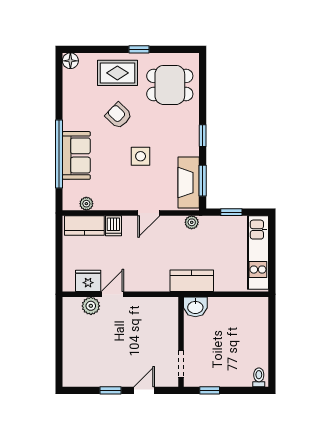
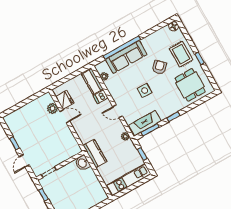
sofa: (76, 155) -> (126, 57), width x1.36
door: (144, 390) -> (24, 161), swing flipped

